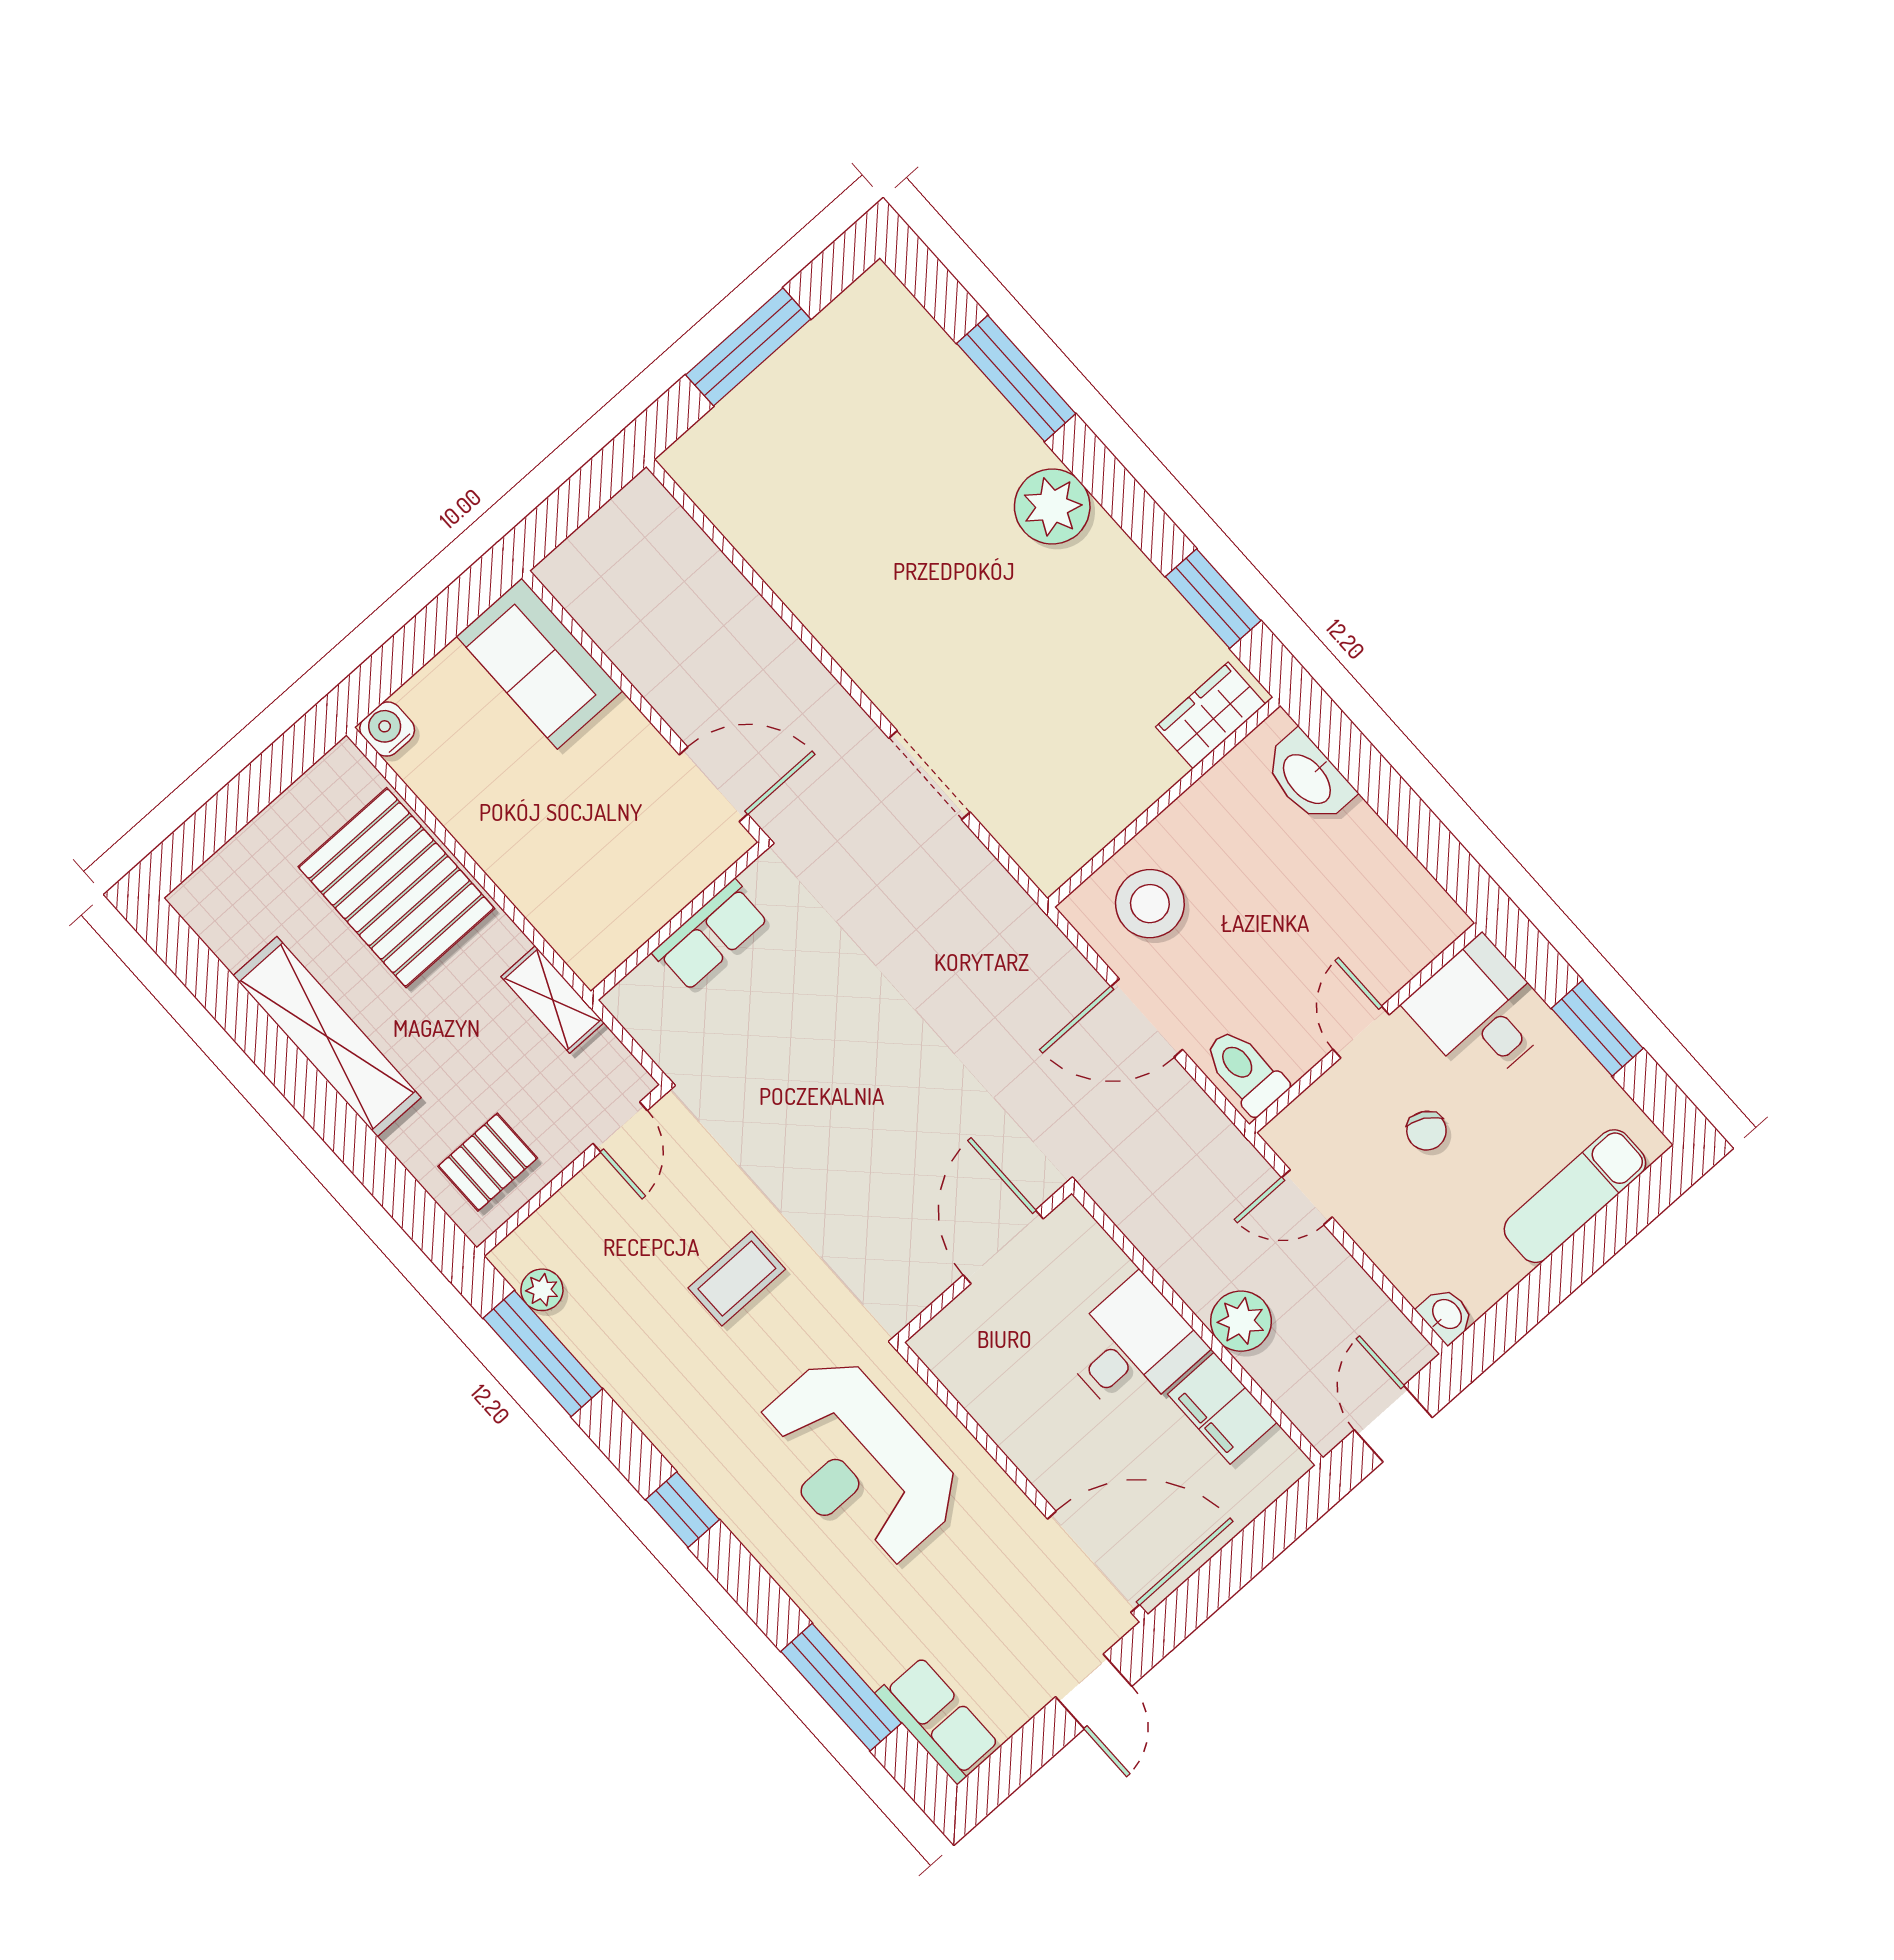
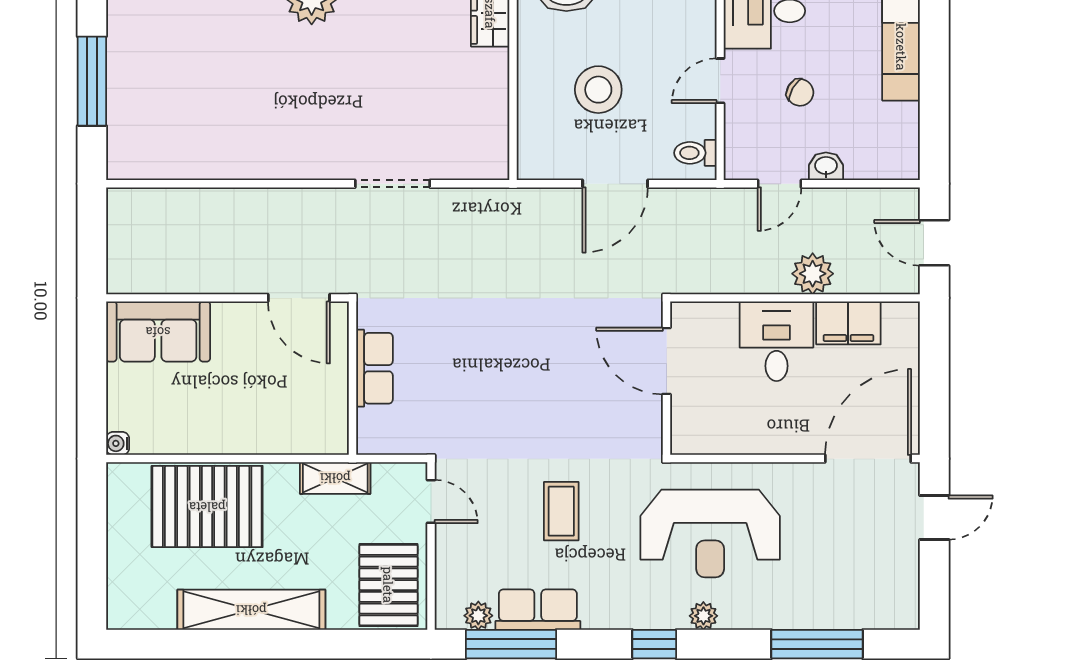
water cooler: (387, 729) -> (118, 443), width x0.72, depth x0.72
door: (714, 784) -> (299, 298), swing flipped
stool: (1150, 904) -> (598, 90), moved
door: (1361, 1032) -> (720, 81), hinge flipped
toilet: (1245, 1071) -> (695, 153), width x0.73, depth x0.72
pallet: (488, 1162) -> (388, 585), width x1.50, depth x1.42
washbasin: (1446, 1315) -> (826, 166), moved
plant: (761, 1536) -> (703, 616), added
door: (1094, 1692) -> (934, 517), hinge flipped
row of seats: (938, 1720) -> (538, 610), moved

